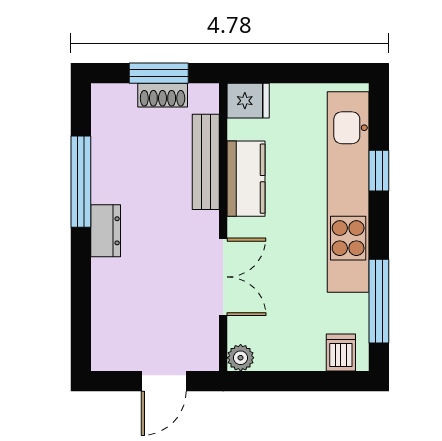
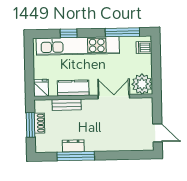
bench: (206, 162) -> (67, 105), width x0.73
dresser: (106, 231) -> (73, 146), moved
plant: (241, 358) -> (142, 84), width x1.88, depth x1.88
door: (164, 381) -> (158, 133), moved

